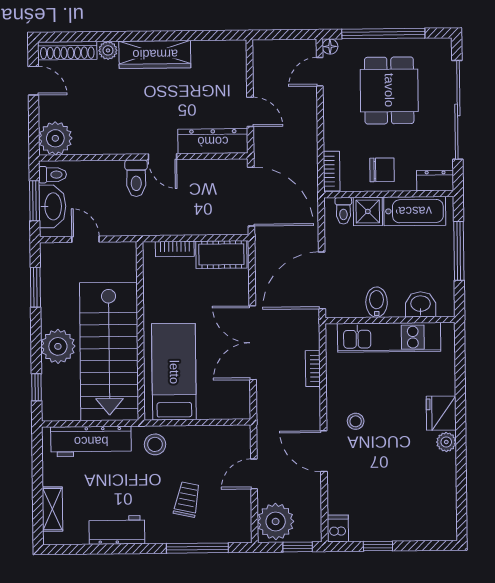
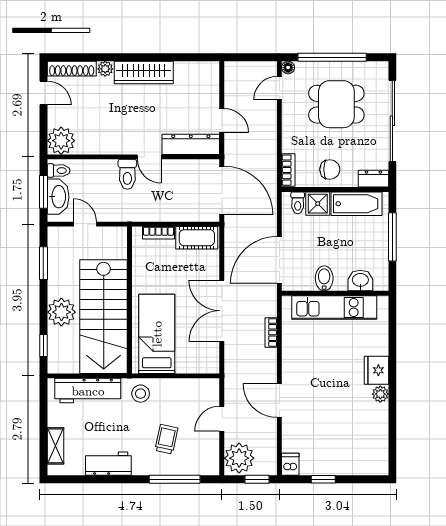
dining table: (389, 90) -> (336, 104), turned 90
stool: (356, 421) -> (306, 376), removed

